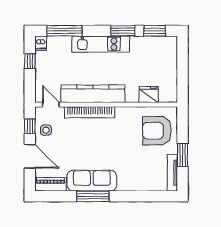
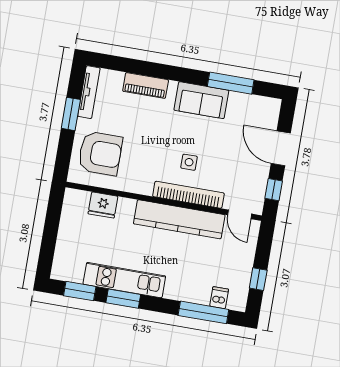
dishwasher: (41, 43) -> (219, 298), moved
kitchen unit: (101, 44) -> (124, 280), moved
side table: (46, 130) -> (189, 162), moved
sofa: (92, 181) -> (201, 100), width x0.73
piano: (50, 184) -> (146, 85), moved
window: (93, 196) -> (231, 83), moved

